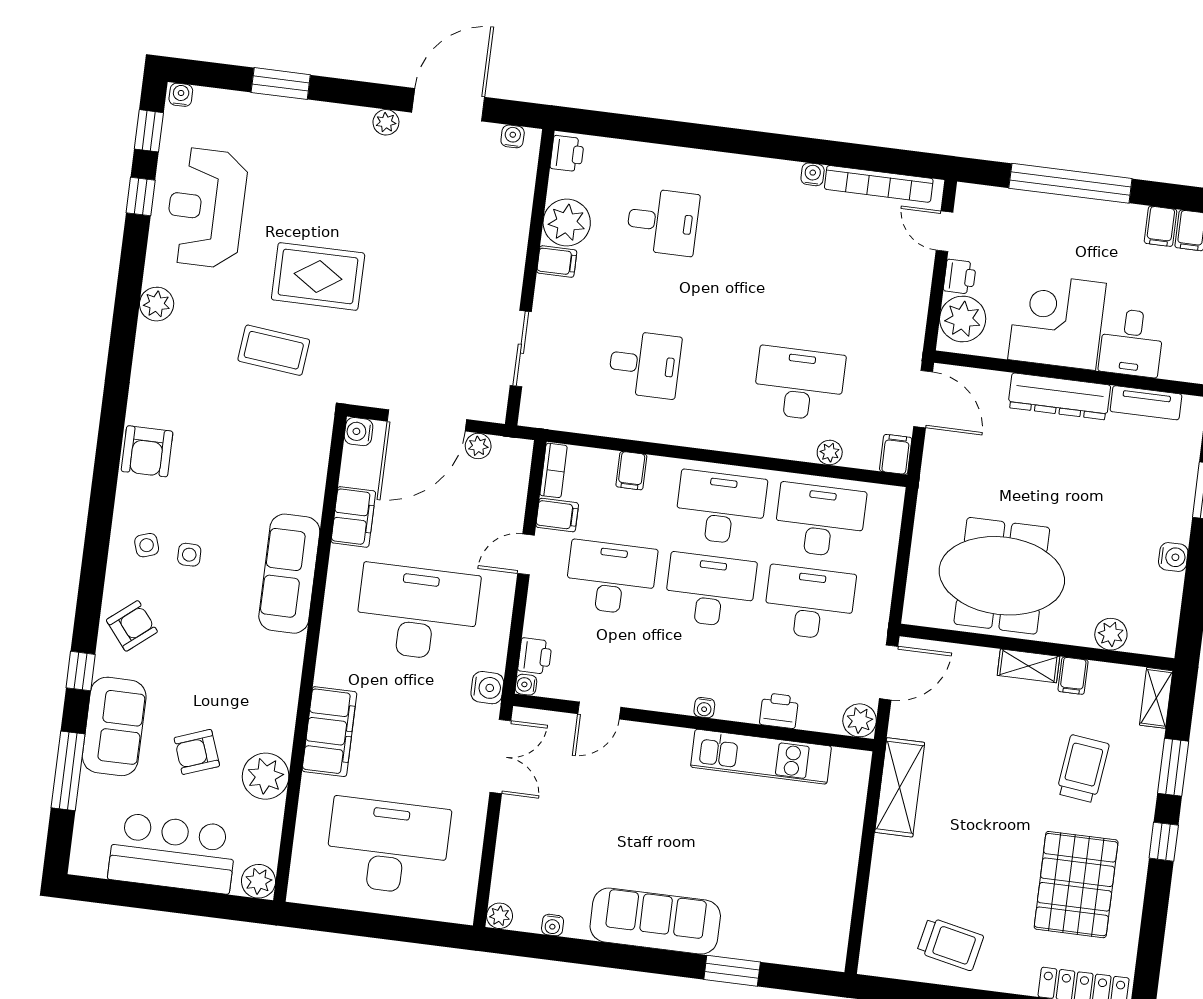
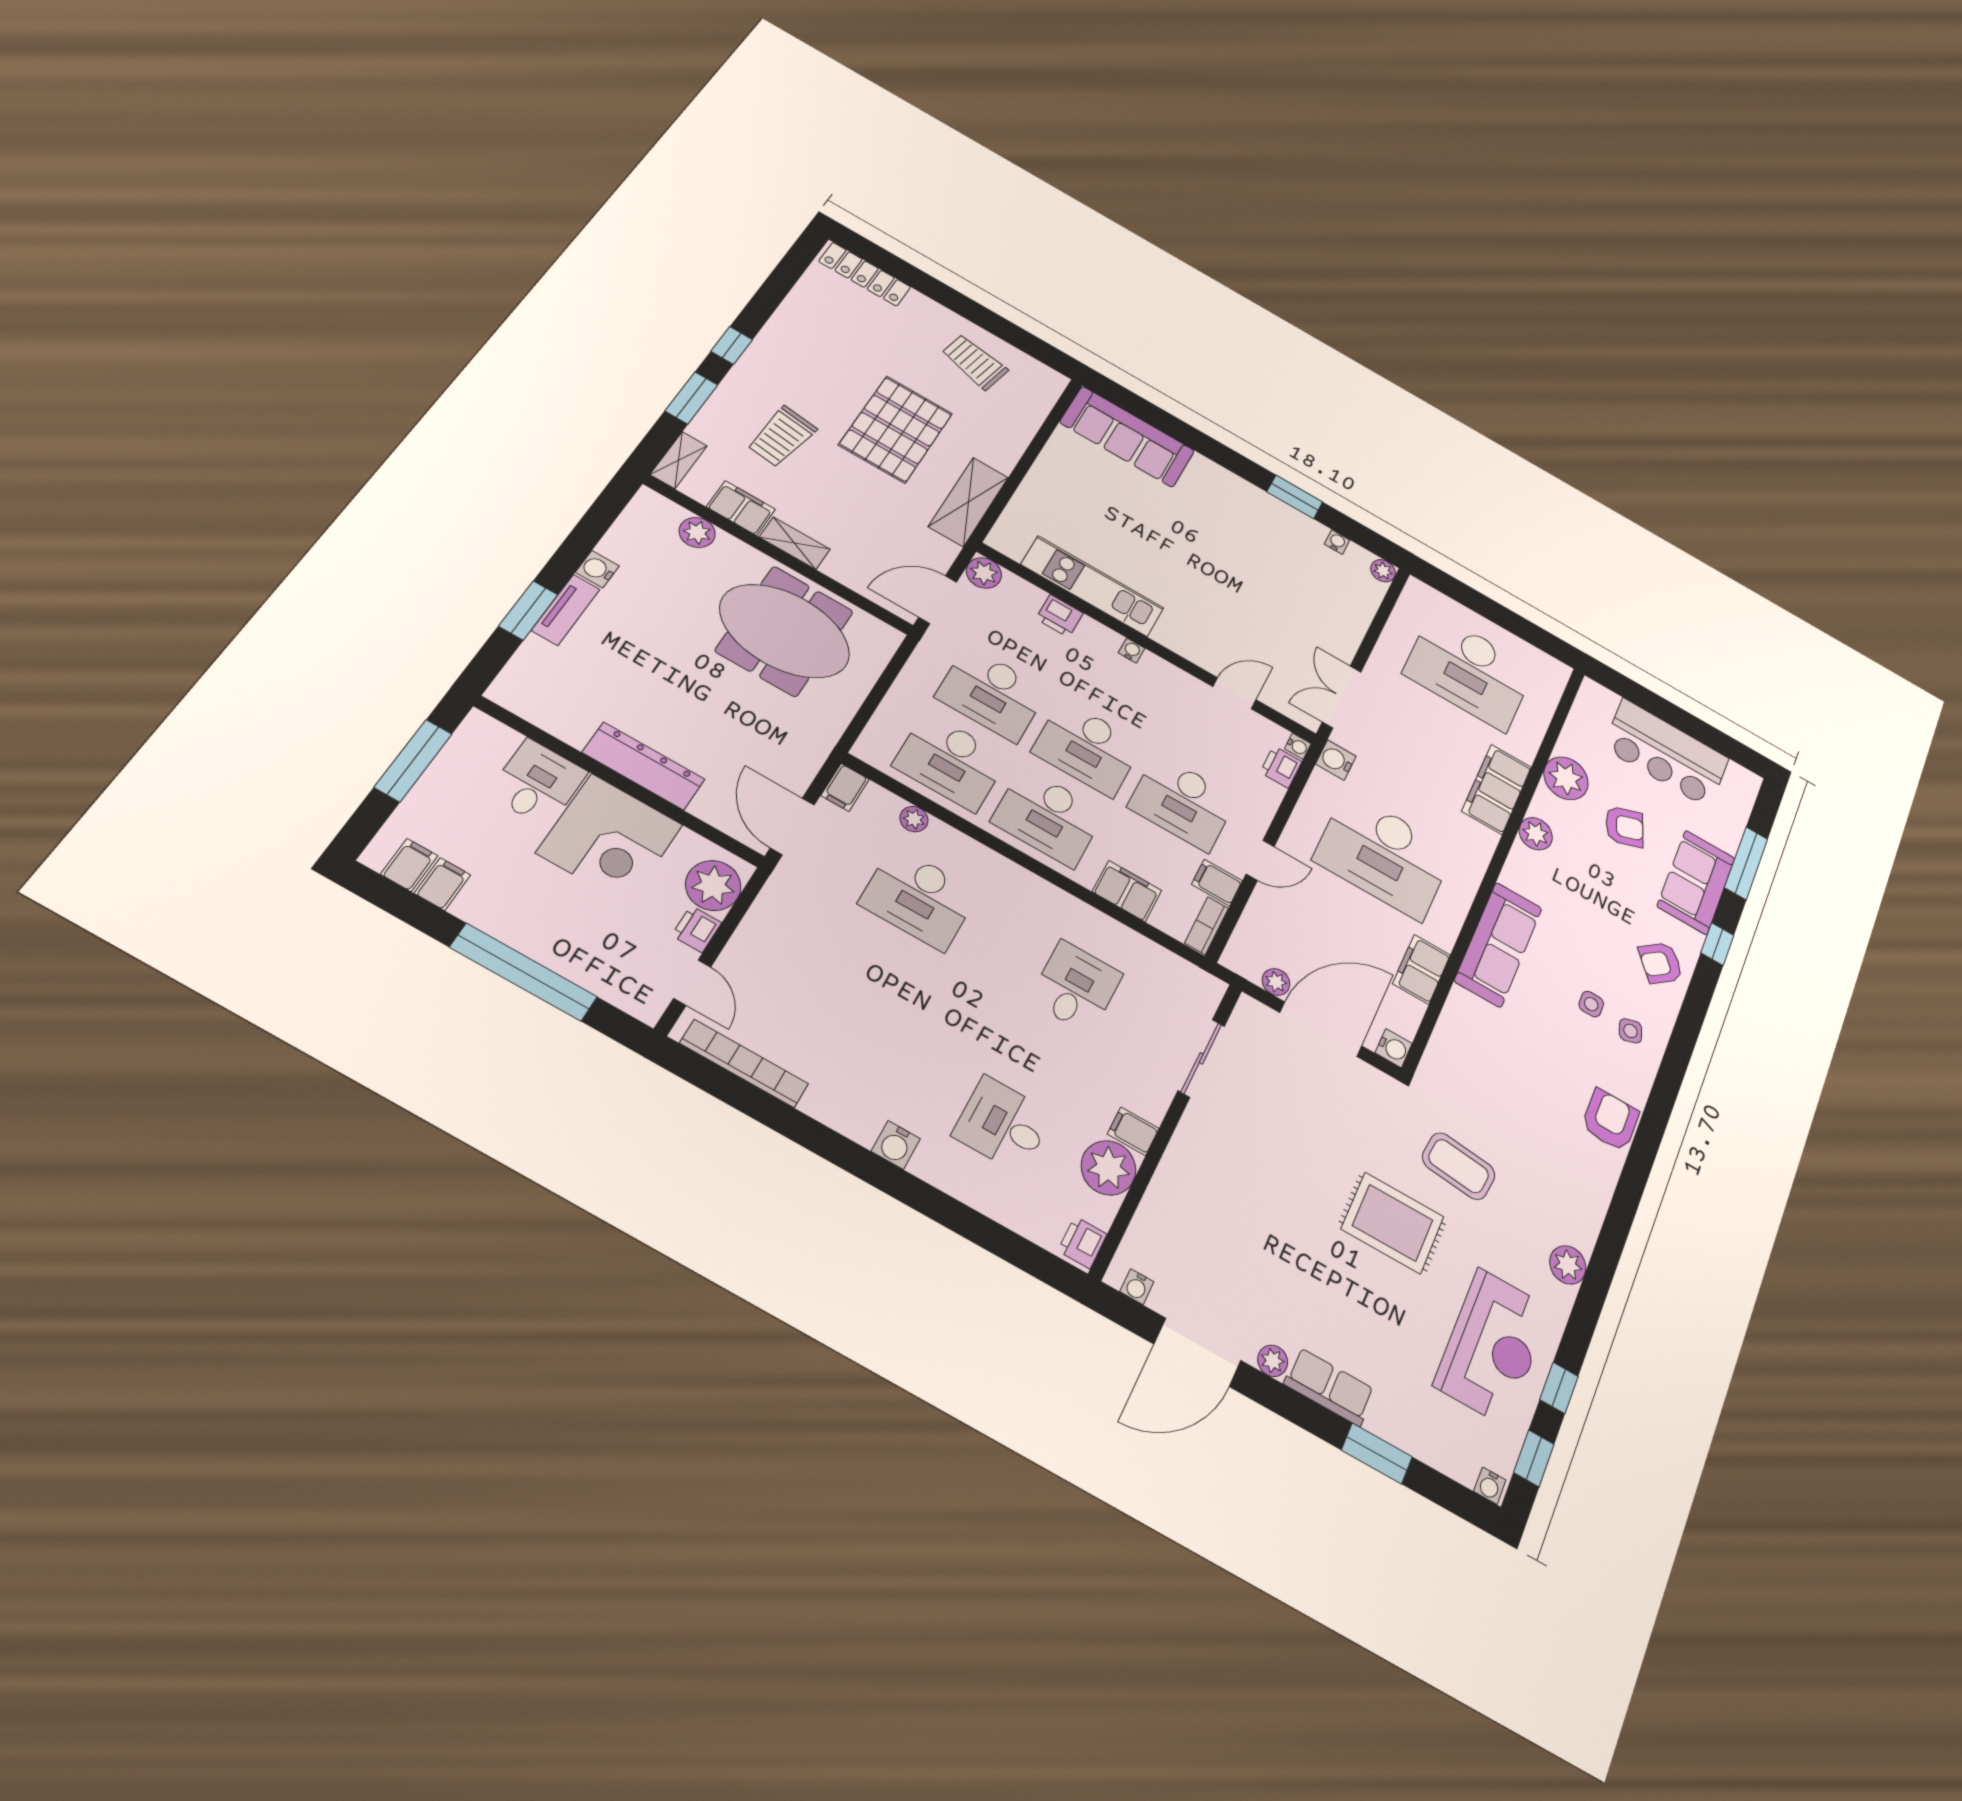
row of seats: (334, 120) -> (1329, 1387), added
water cooler: (813, 174) -> (896, 1145), moved, width x1.38, depth x1.38
desk: (645, 364) -> (1076, 987), turned 90
tv unit: (1146, 403) -> (566, 610), moved, turned 90
filing cabinet: (631, 471) -> (1127, 891), width x2.00
filing cabinet: (1073, 676) -> (741, 508), width x2.00
plant: (259, 881) -> (1536, 834), moved
pallet: (1076, 885) -> (896, 429), moved
sofa: (655, 921) -> (1127, 437), moved
window: (732, 971) -> (1295, 497), moved

